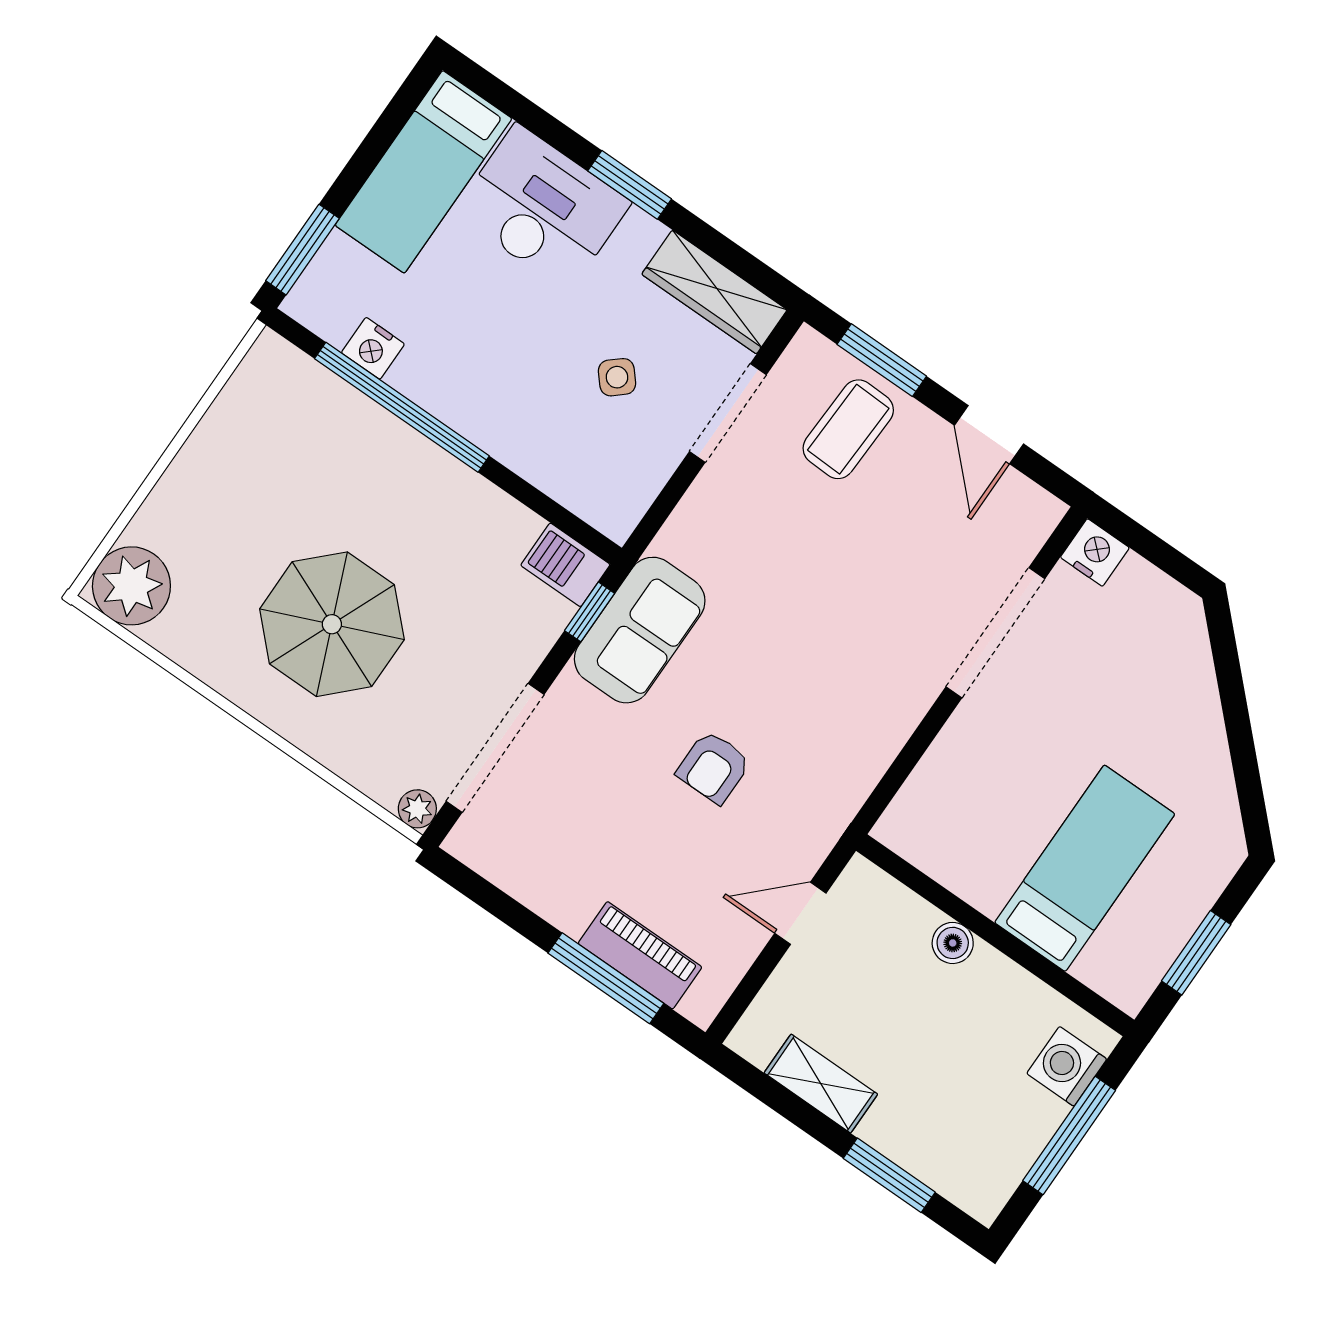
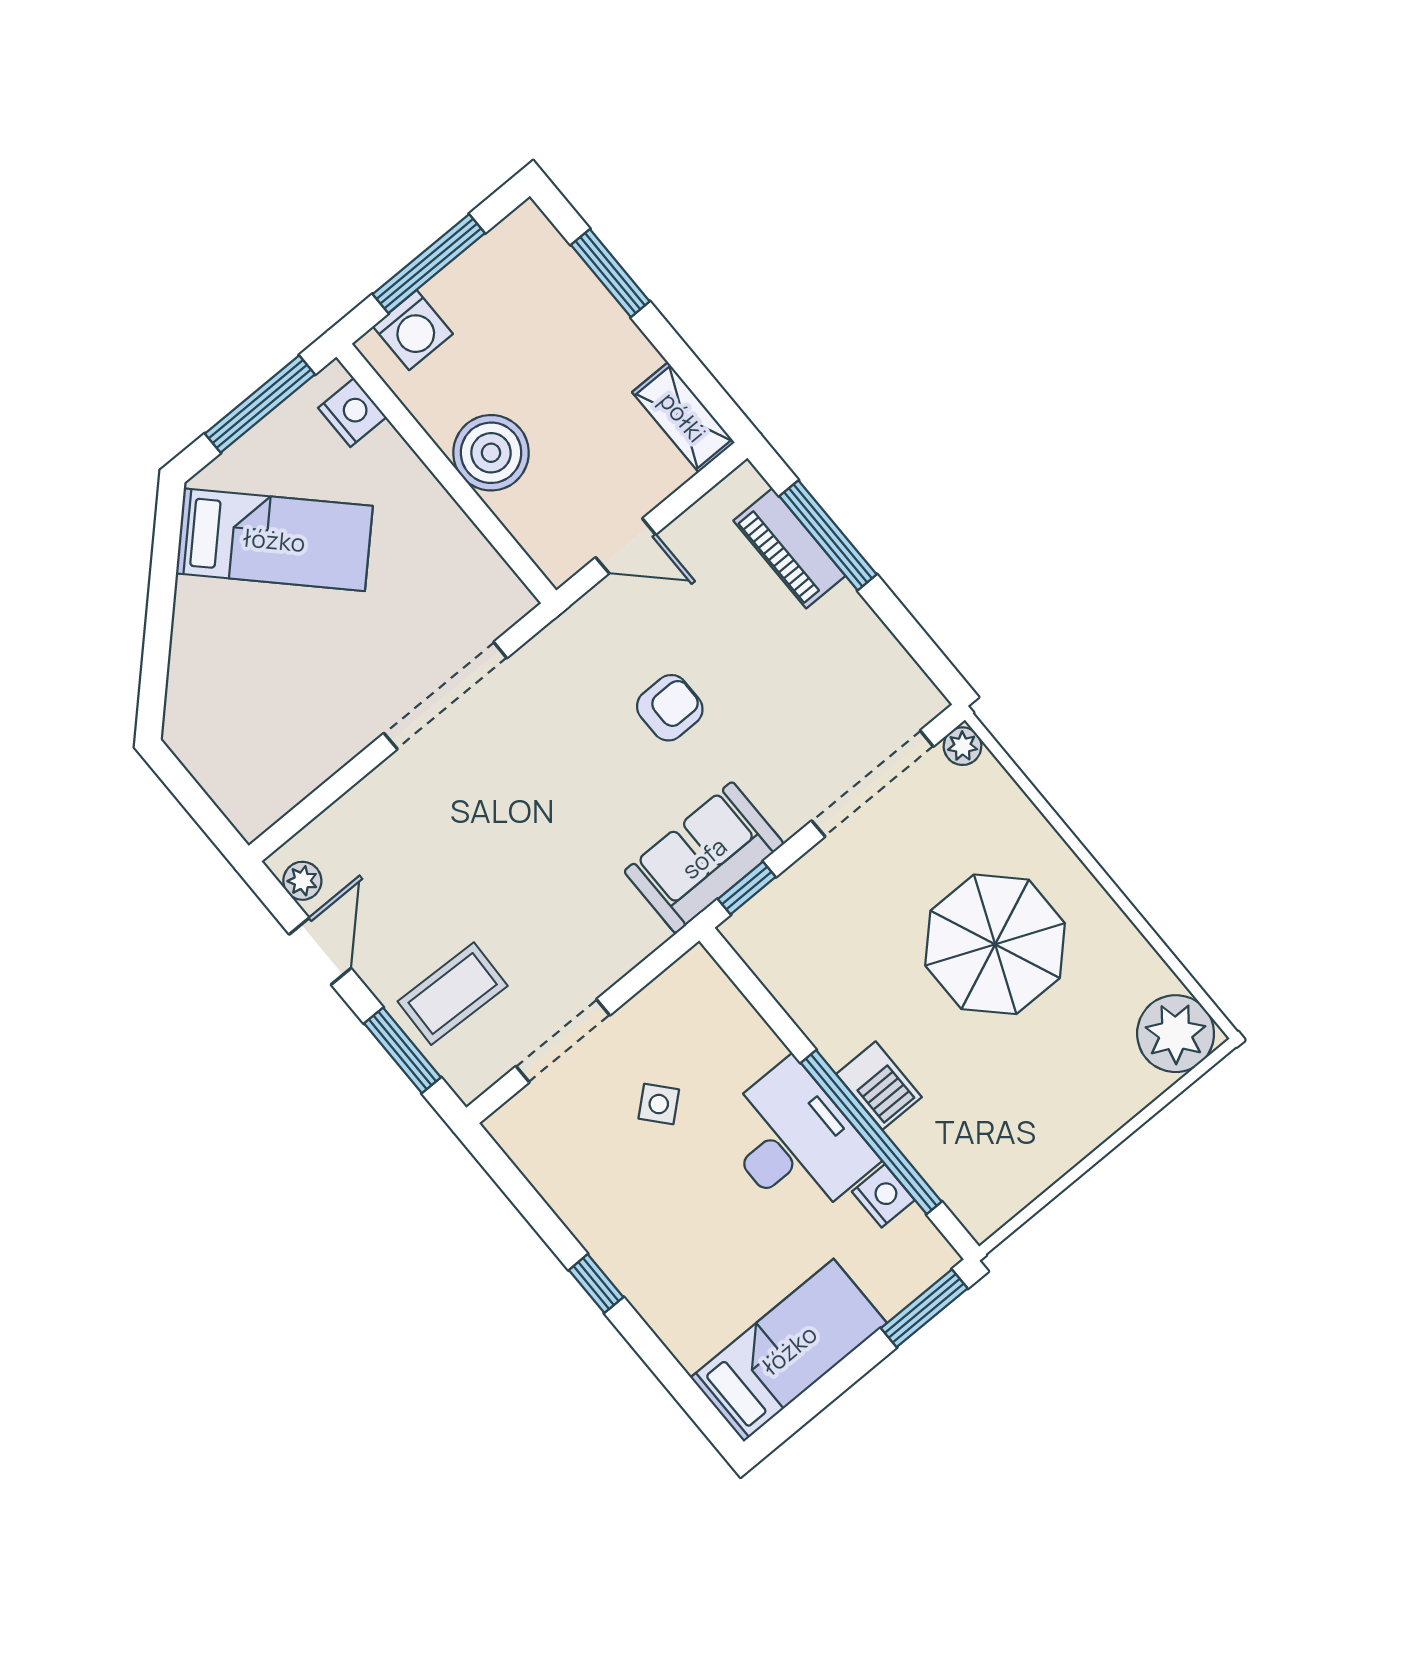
window: (630, 185) -> (596, 1284), width x0.67
desk: (542, 208) -> (795, 1142), moved, turned 180
wardrobe: (714, 292) -> (544, 1159), removed
plant: (1025, 499) -> (302, 881), added
nightstand: (1095, 552) -> (352, 412), moved, turned 180
barbecue: (565, 565) -> (879, 1086), moved
doorway: (995, 633) -> (445, 696), moved
bed: (1085, 868) -> (274, 540), moved, turned -135
boiler: (953, 943) -> (491, 453), width x1.86, depth x1.86
window: (1196, 953) -> (260, 404), width x1.44
shelving: (821, 1084) -> (683, 417), moved

